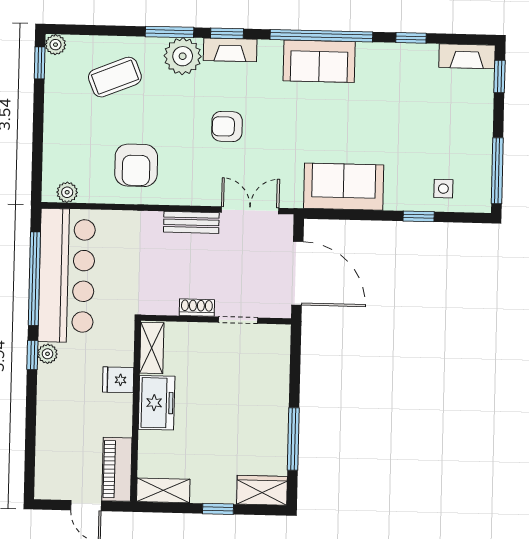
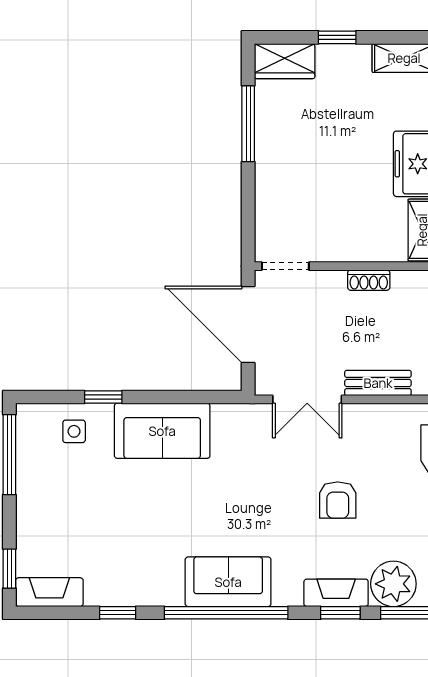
armchair: (227, 127) -> (338, 500), turned 90
sofa: (344, 187) -> (162, 431), moved
doorway: (238, 320) -> (285, 266), moved

